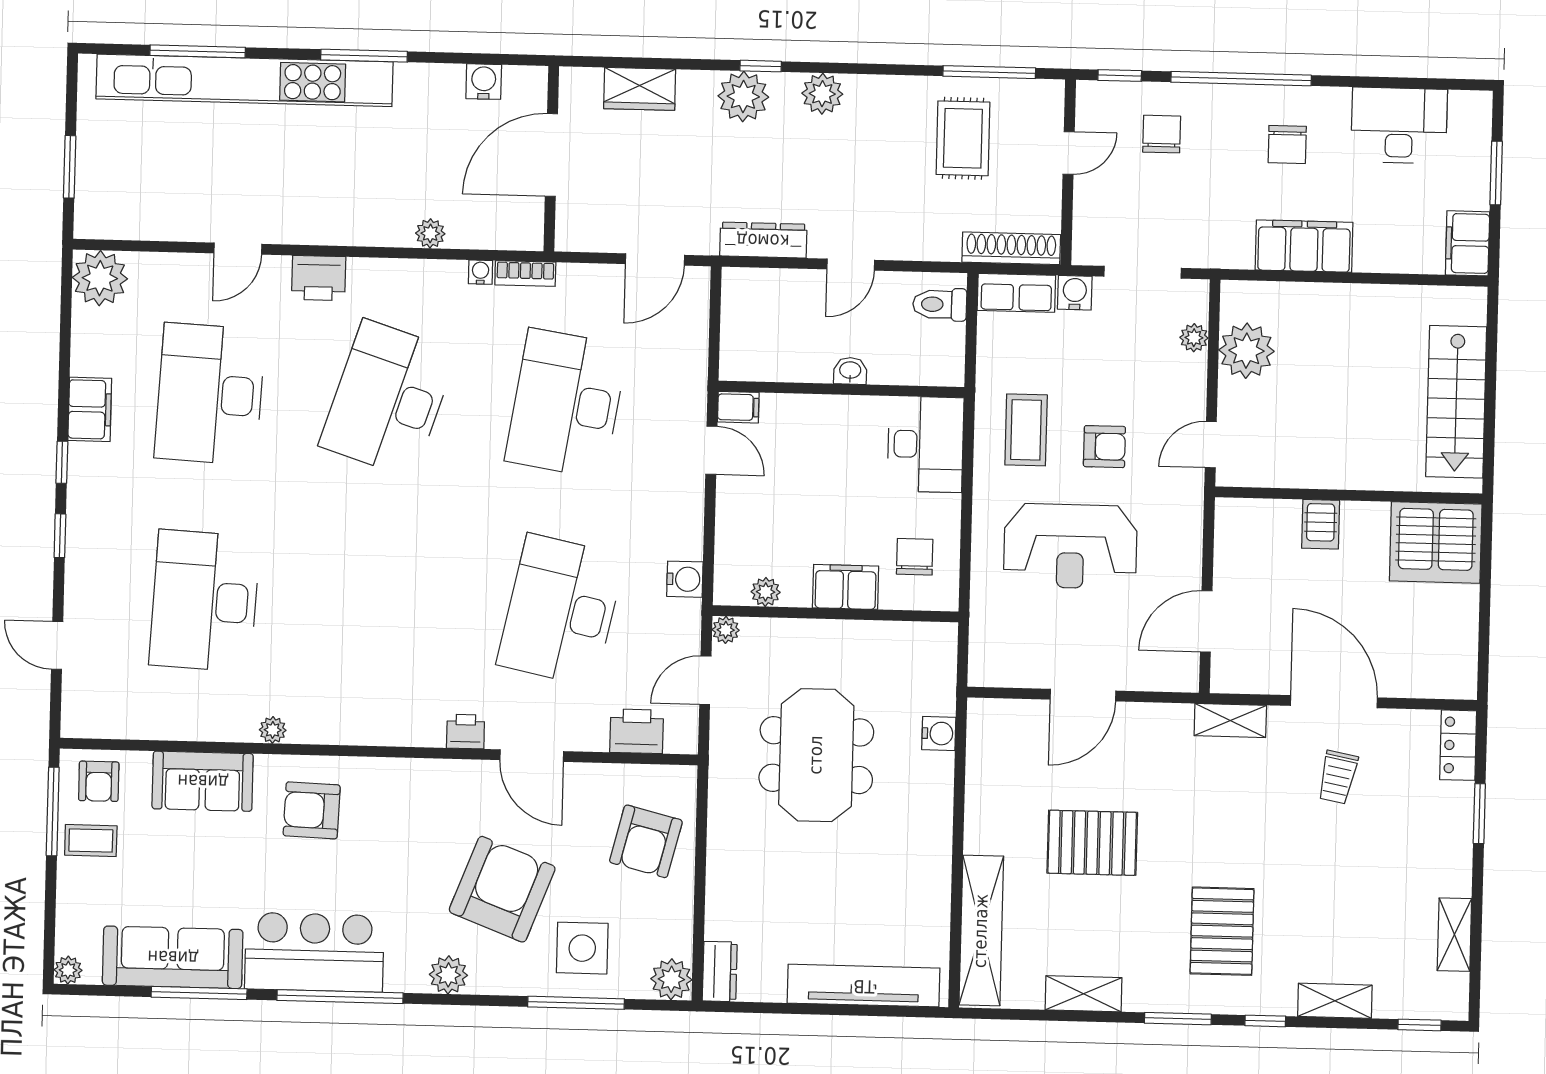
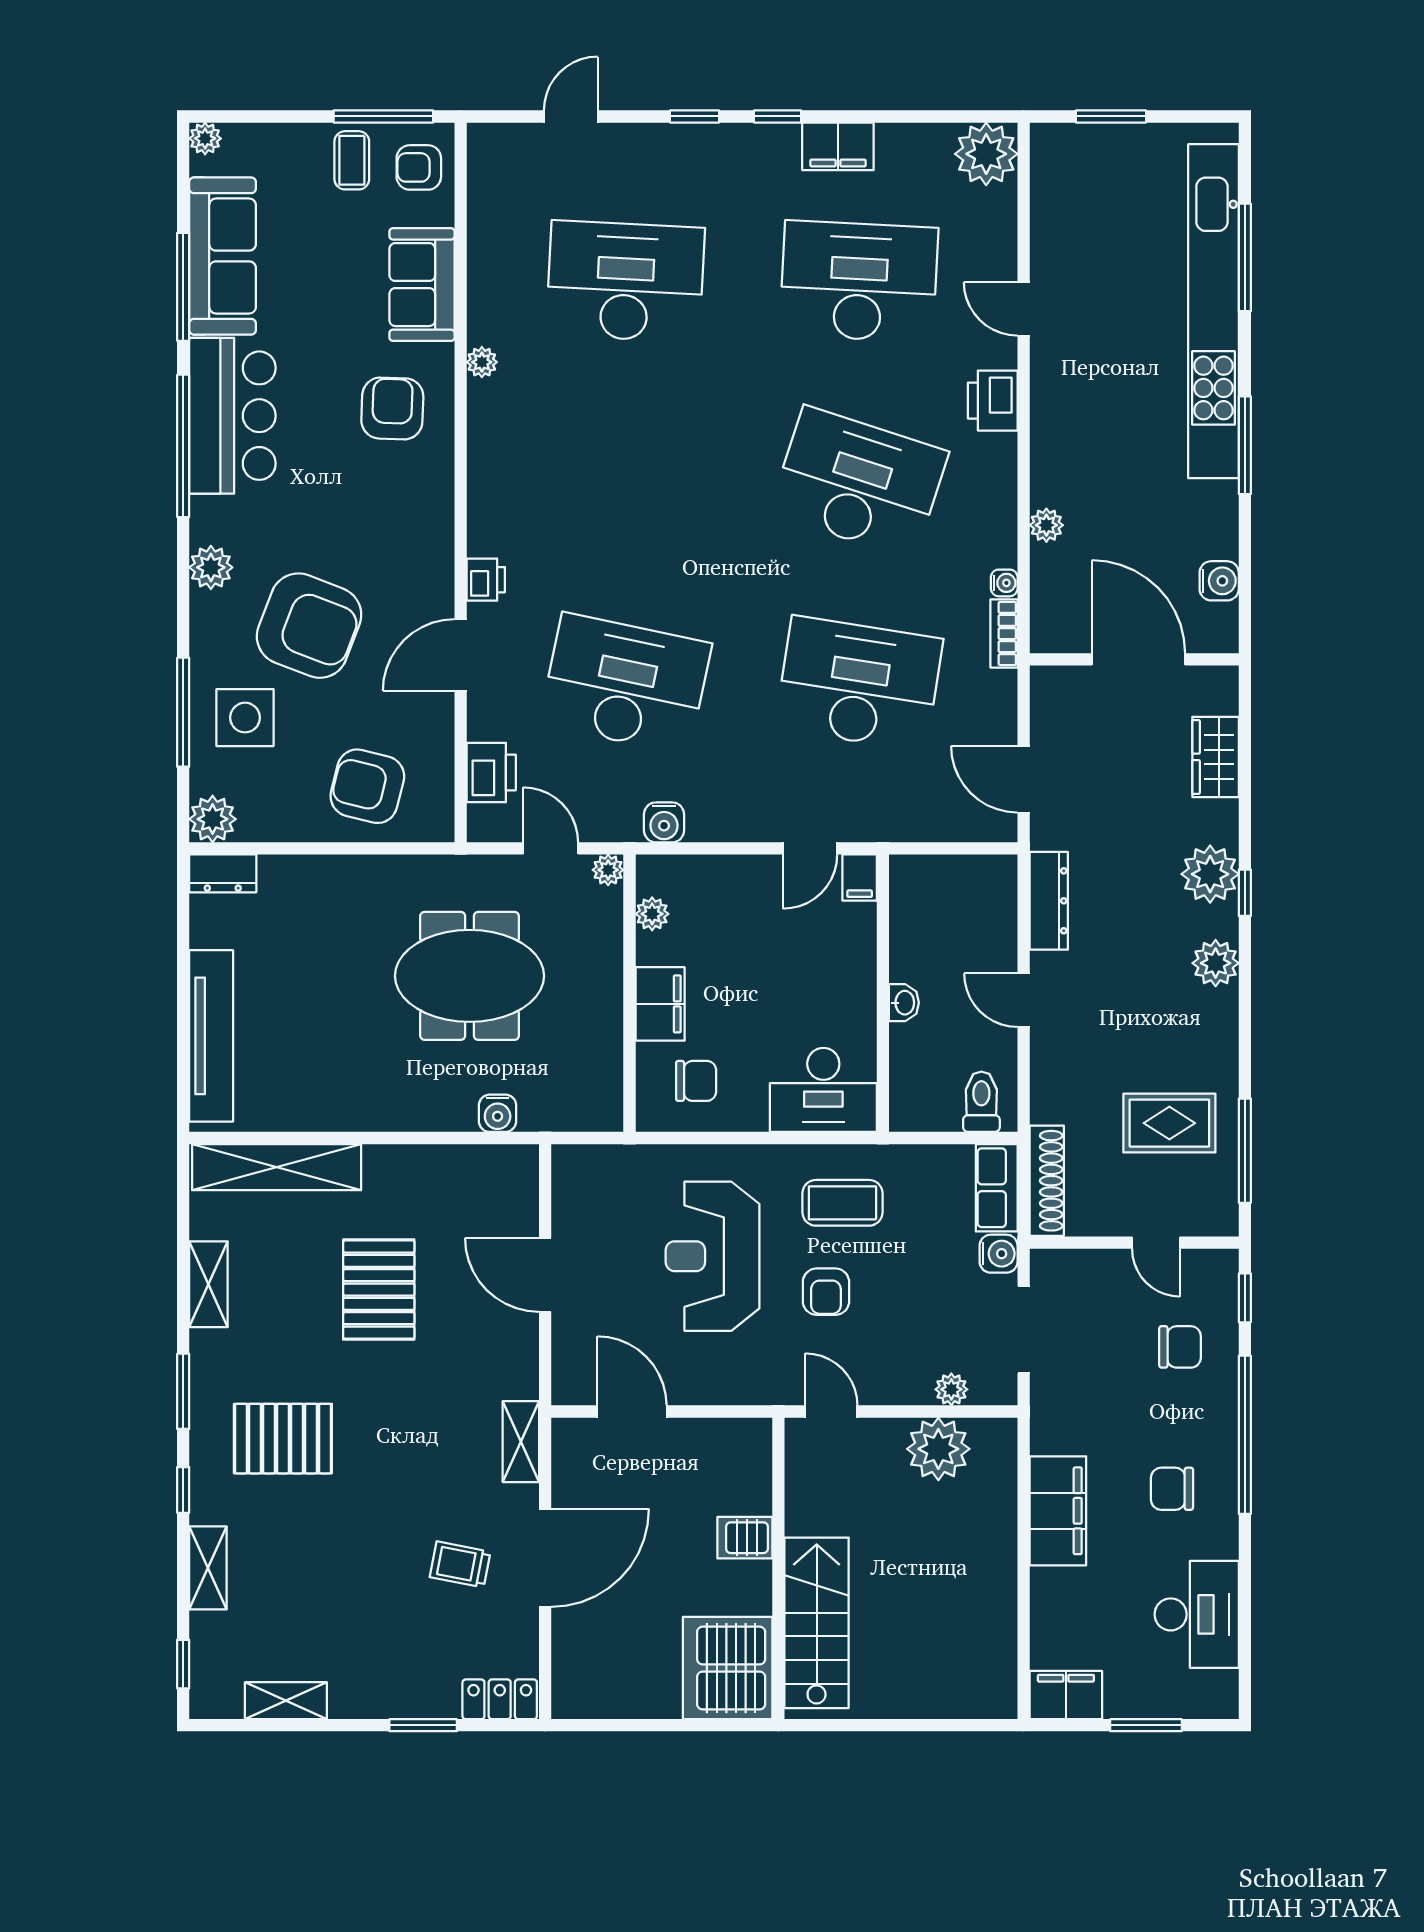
stairs: (1456, 402) -> (817, 1623), moved, turned 90

